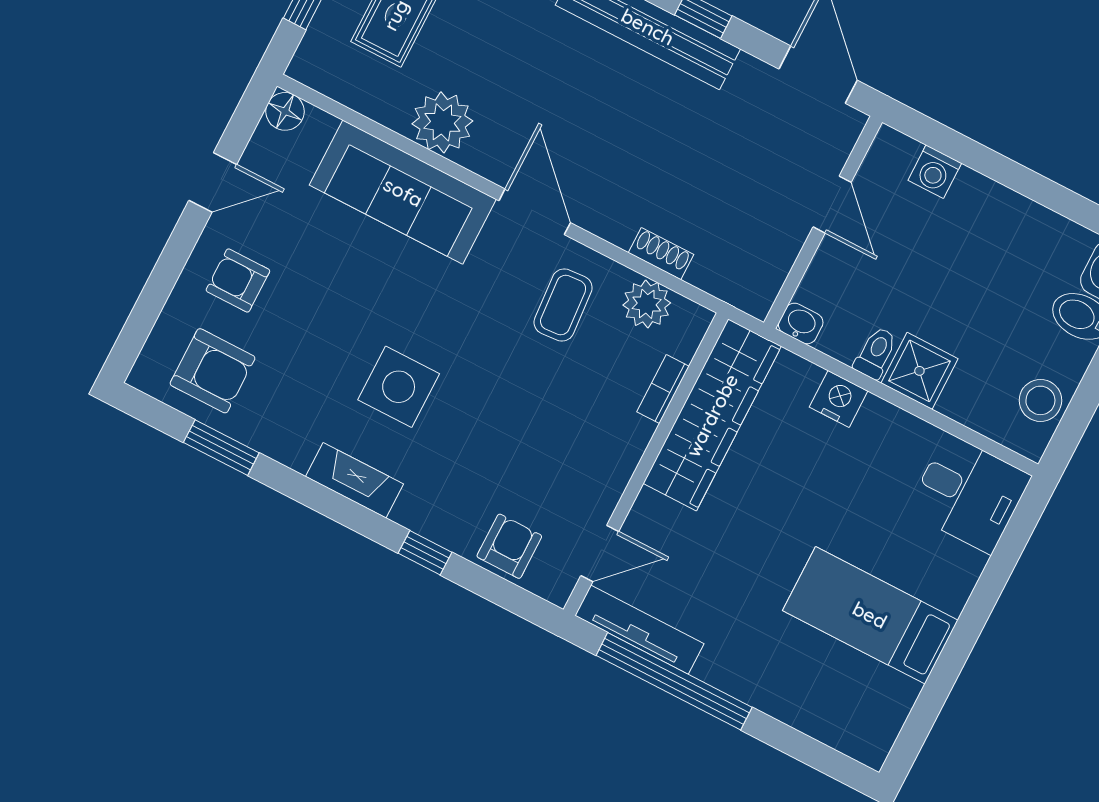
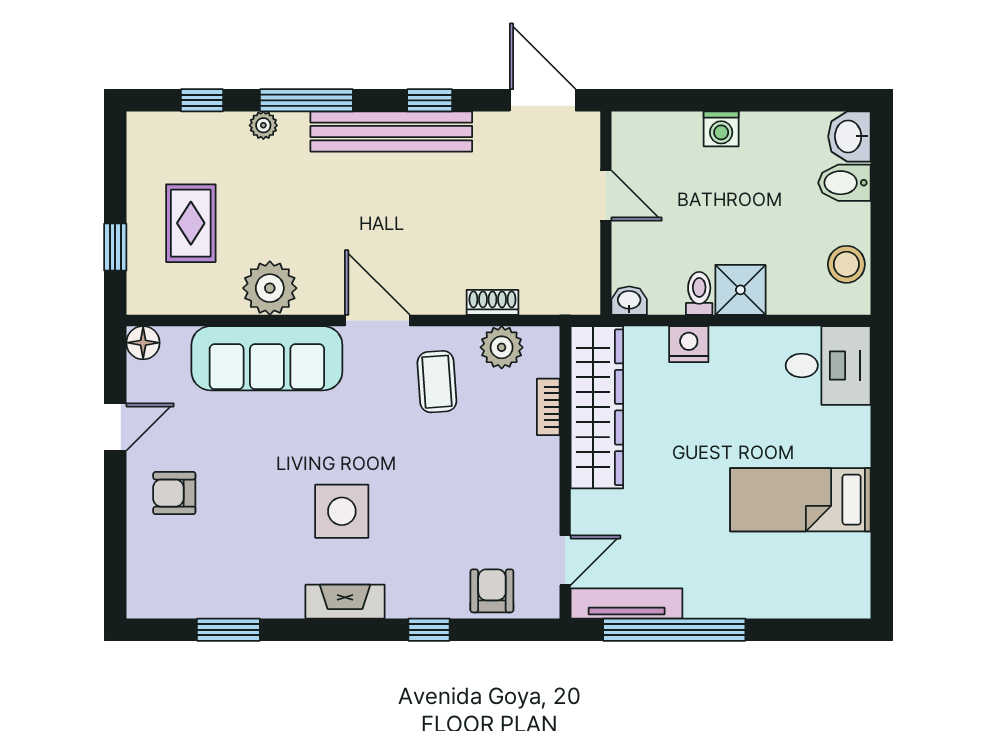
washing machine: (935, 172) -> (721, 129), moved
armchair: (213, 371) -> (191, 574), removed

